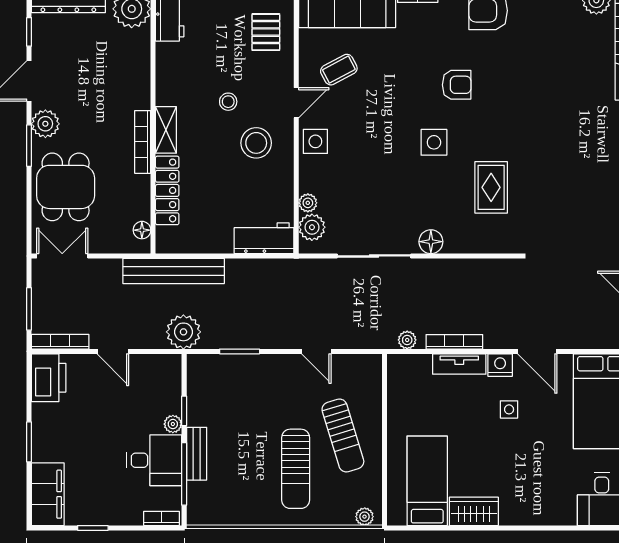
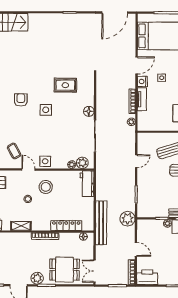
shelving: (166, 130) -> (21, 226), moved
door: (113, 351) -> (136, 249), hinge flipped

